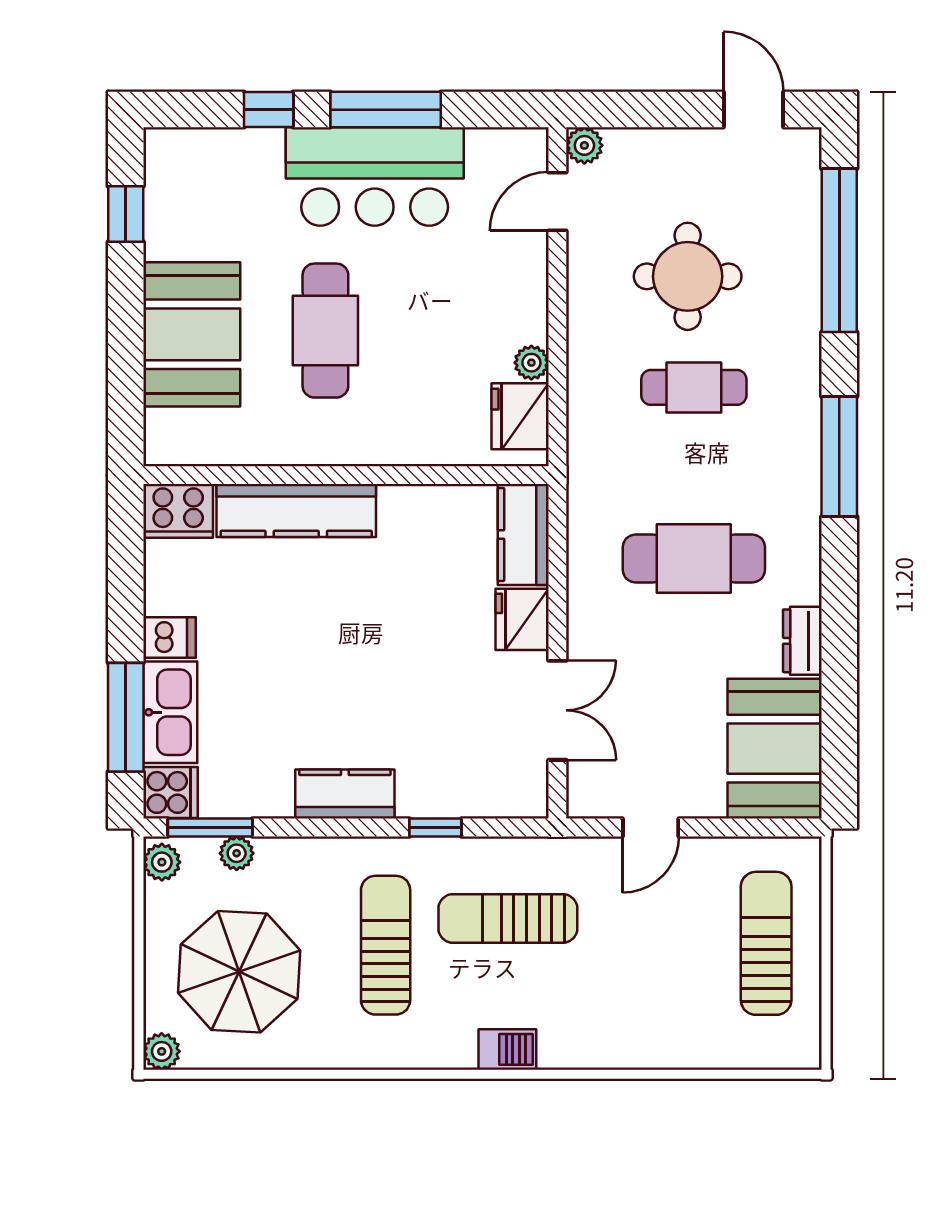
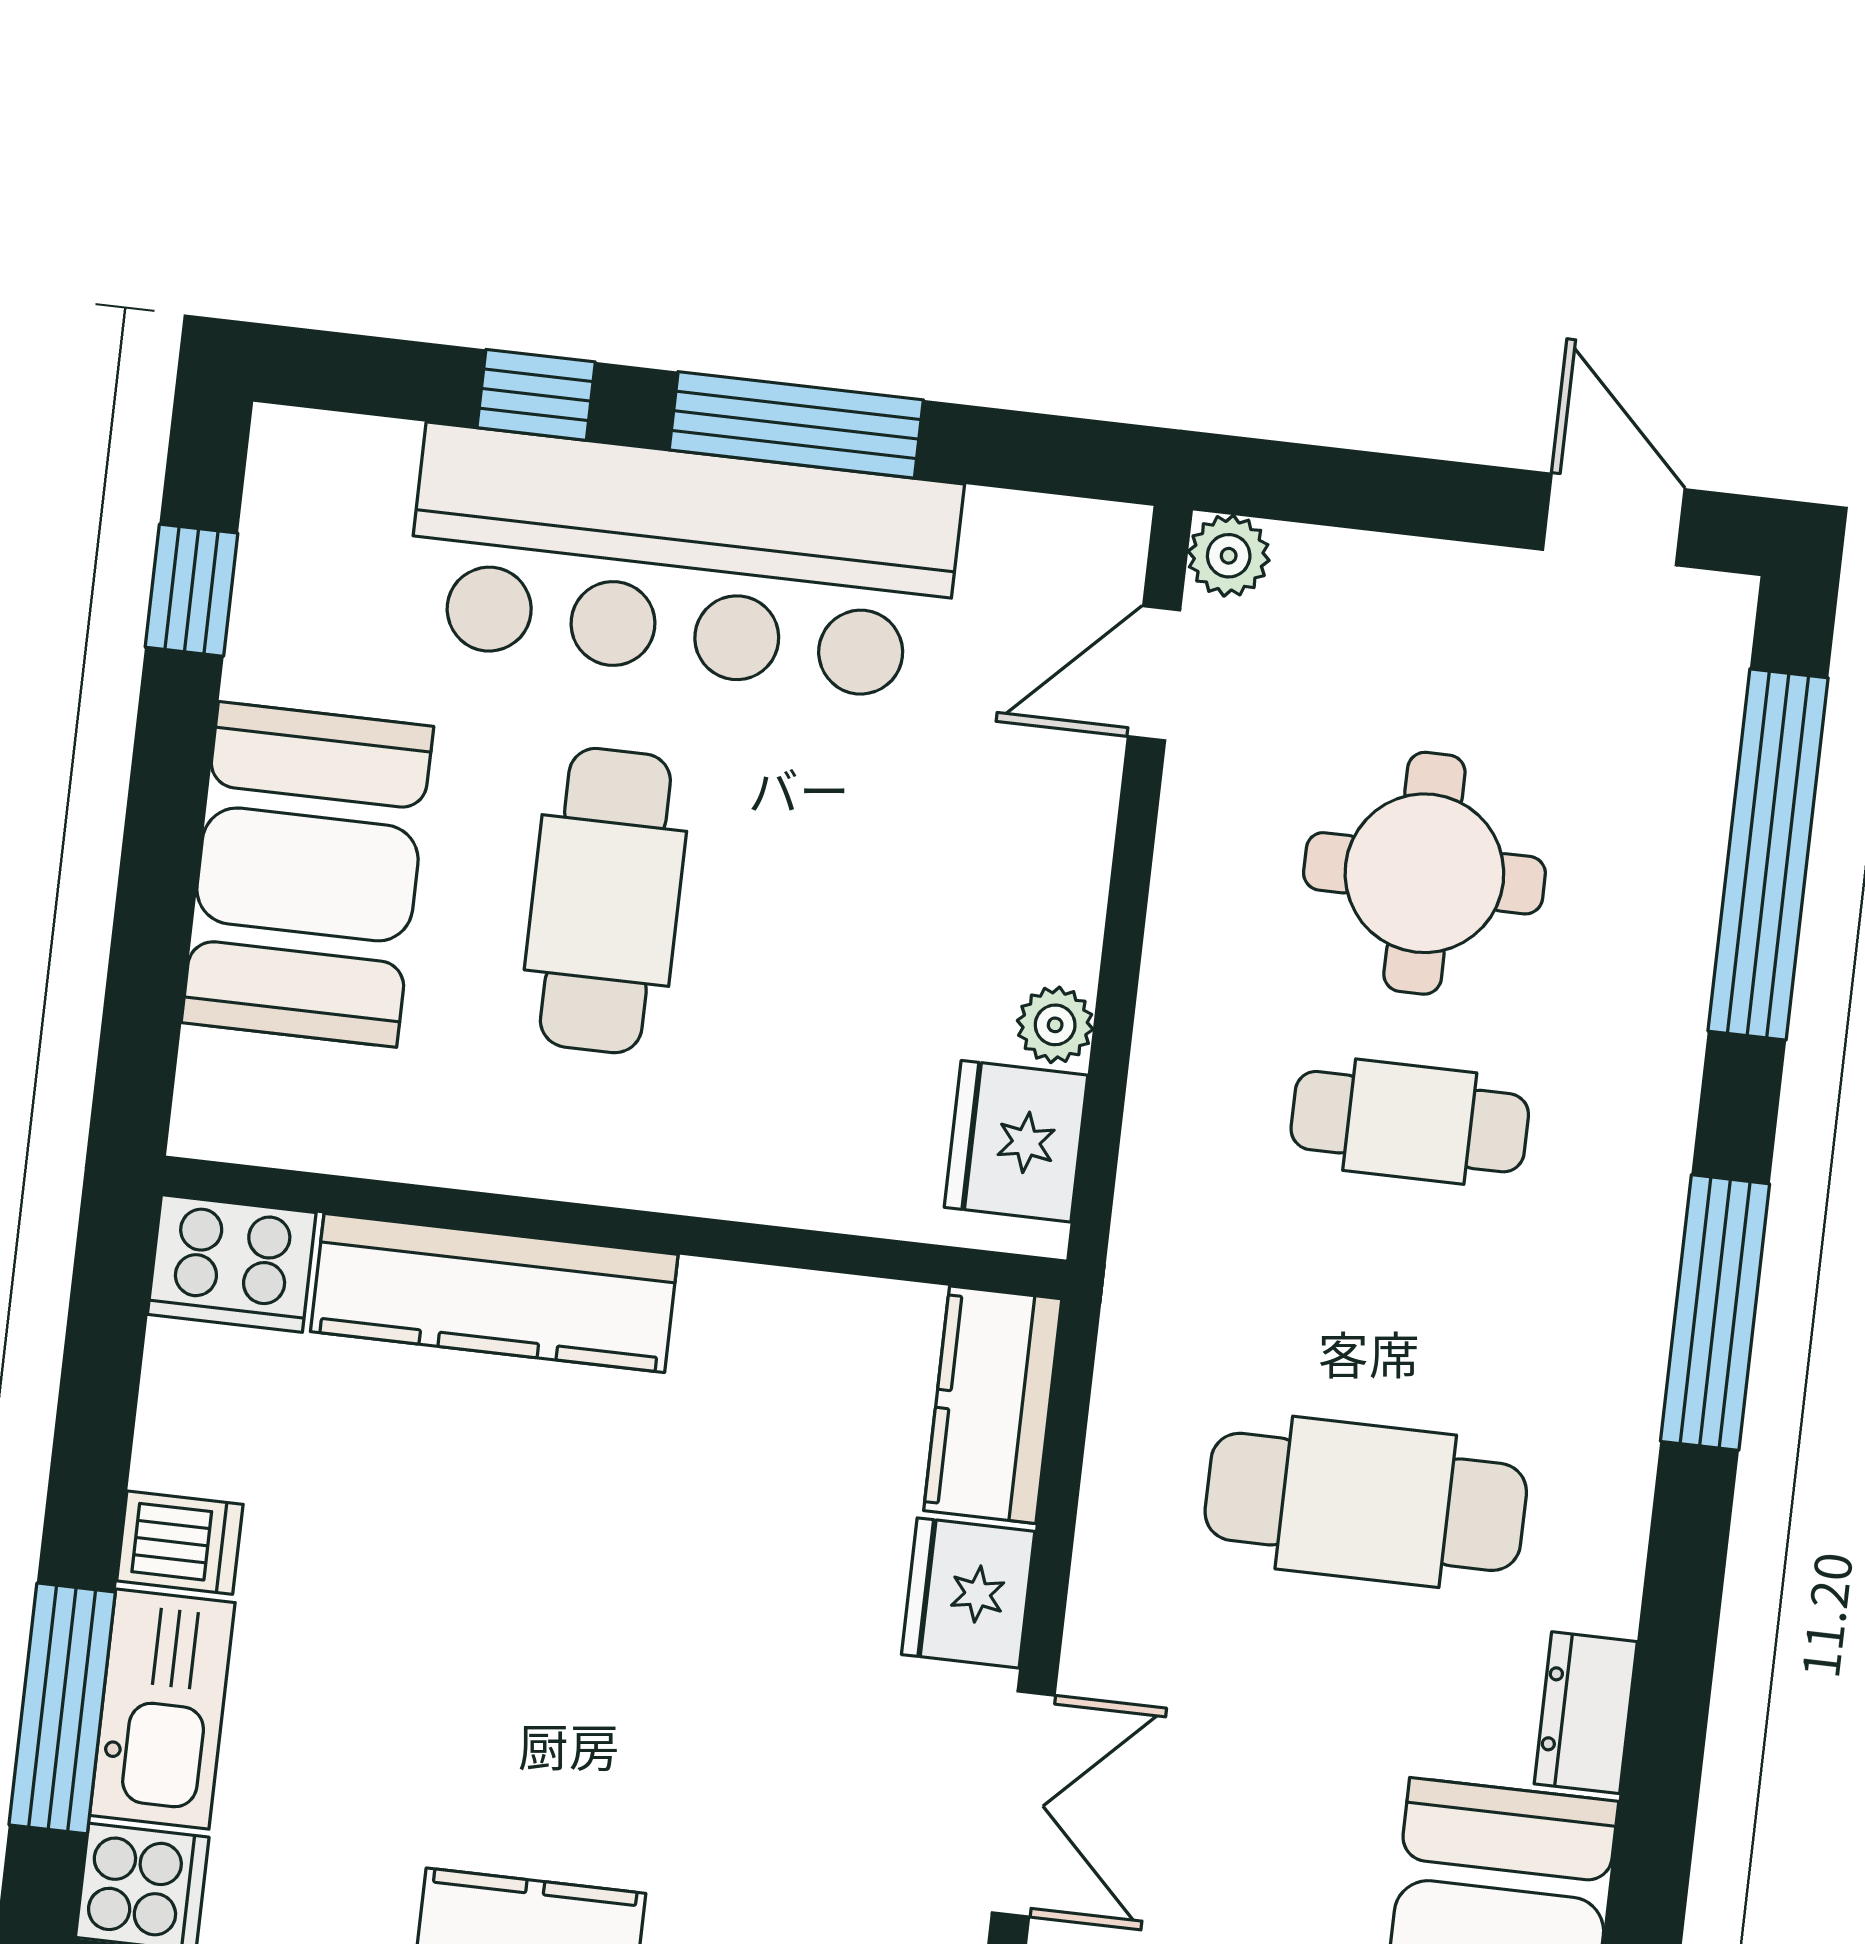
bar counter: (375, 177) -> (683, 563), width x1.36

